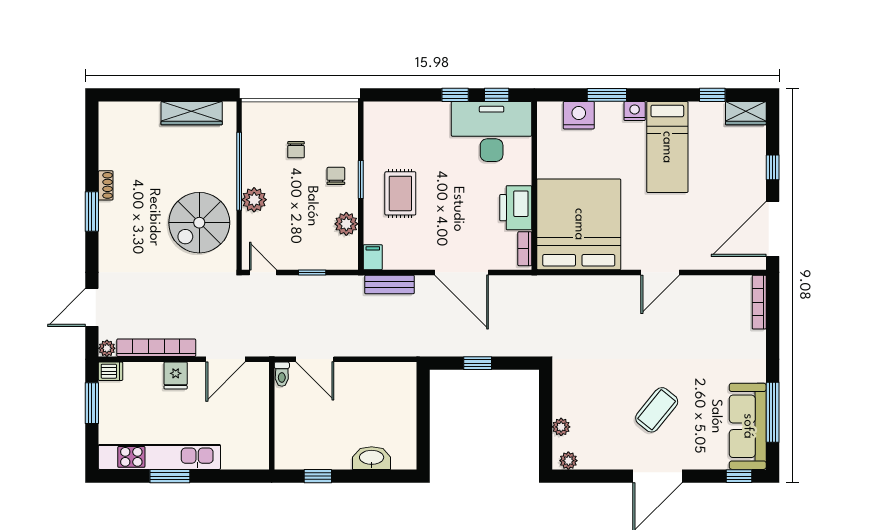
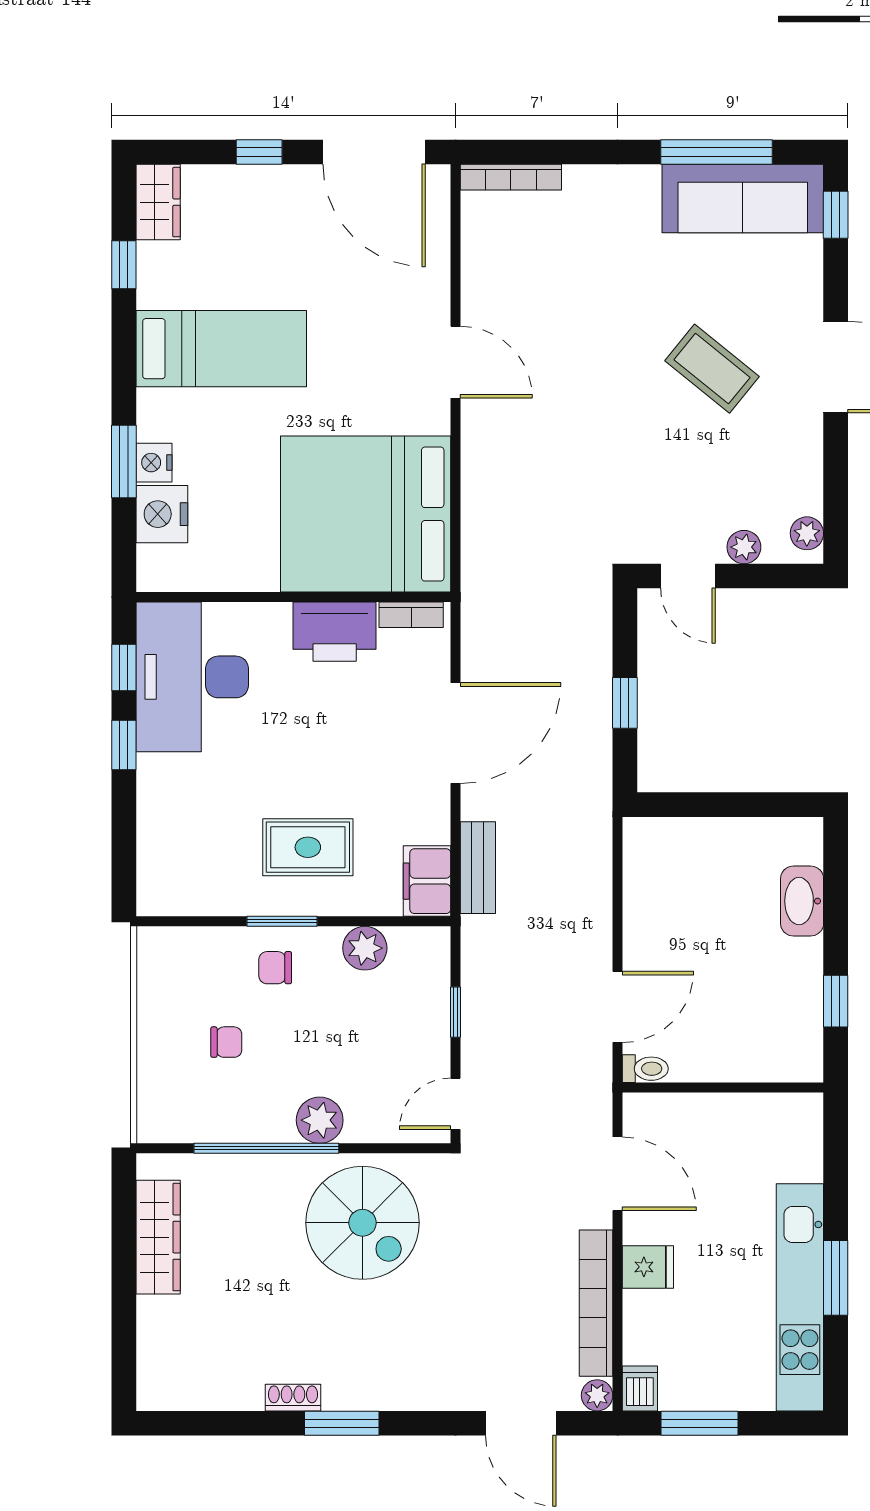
nightstand: (635, 111) -> (154, 463), moved
filing cabinet: (373, 257) -> (427, 881), width x2.00
door: (546, 397) -> (688, 576), added

